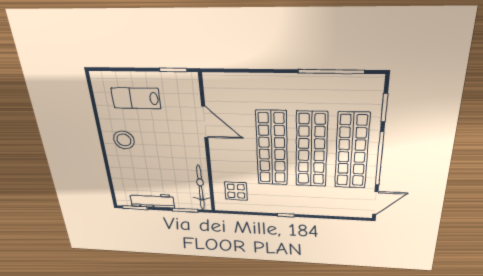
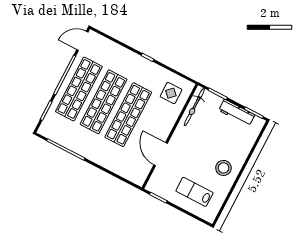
lab bench: (136, 98) -> (194, 192), turned 180

